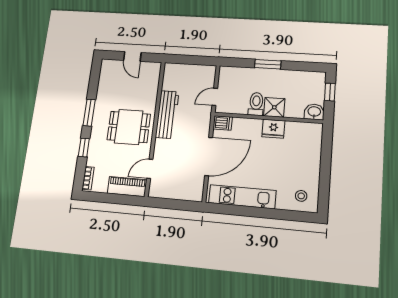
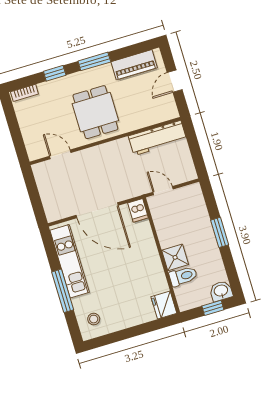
toilet: (256, 104) -> (183, 276), moved
washbasin: (314, 112) -> (221, 291), moved, turned -90
workbench: (167, 115) -> (157, 138), moved
fridge: (273, 129) -> (164, 305), moved
piano: (127, 187) -> (134, 65), moved, turned 90
window: (266, 213) -> (63, 291), added

